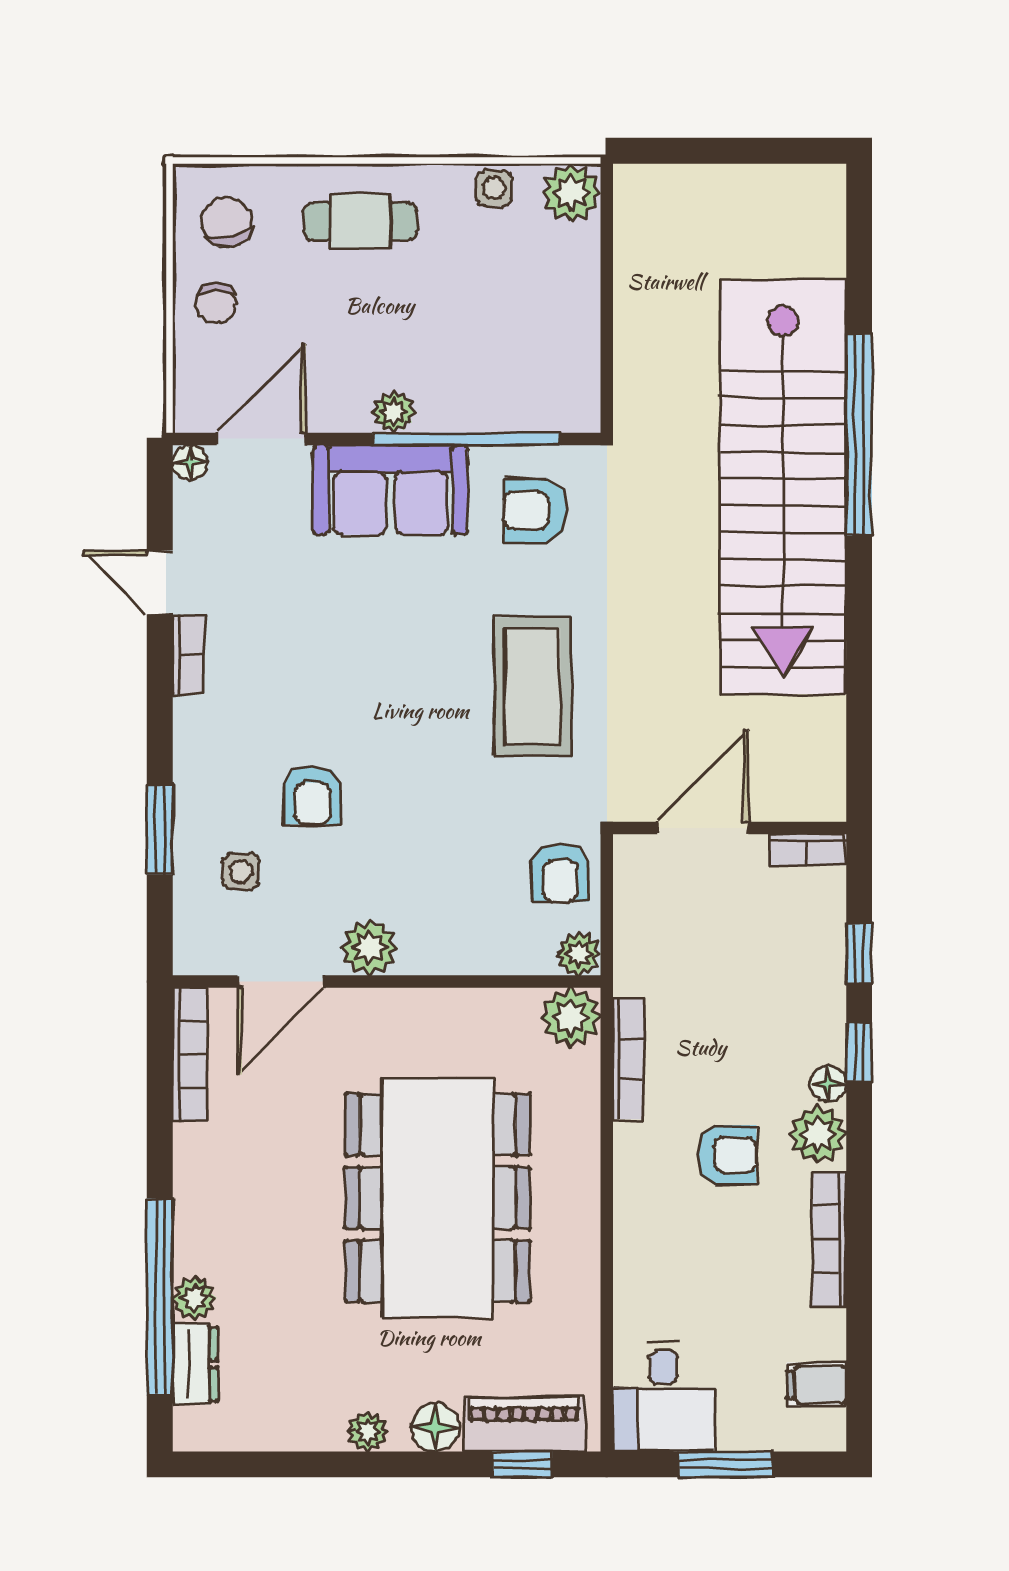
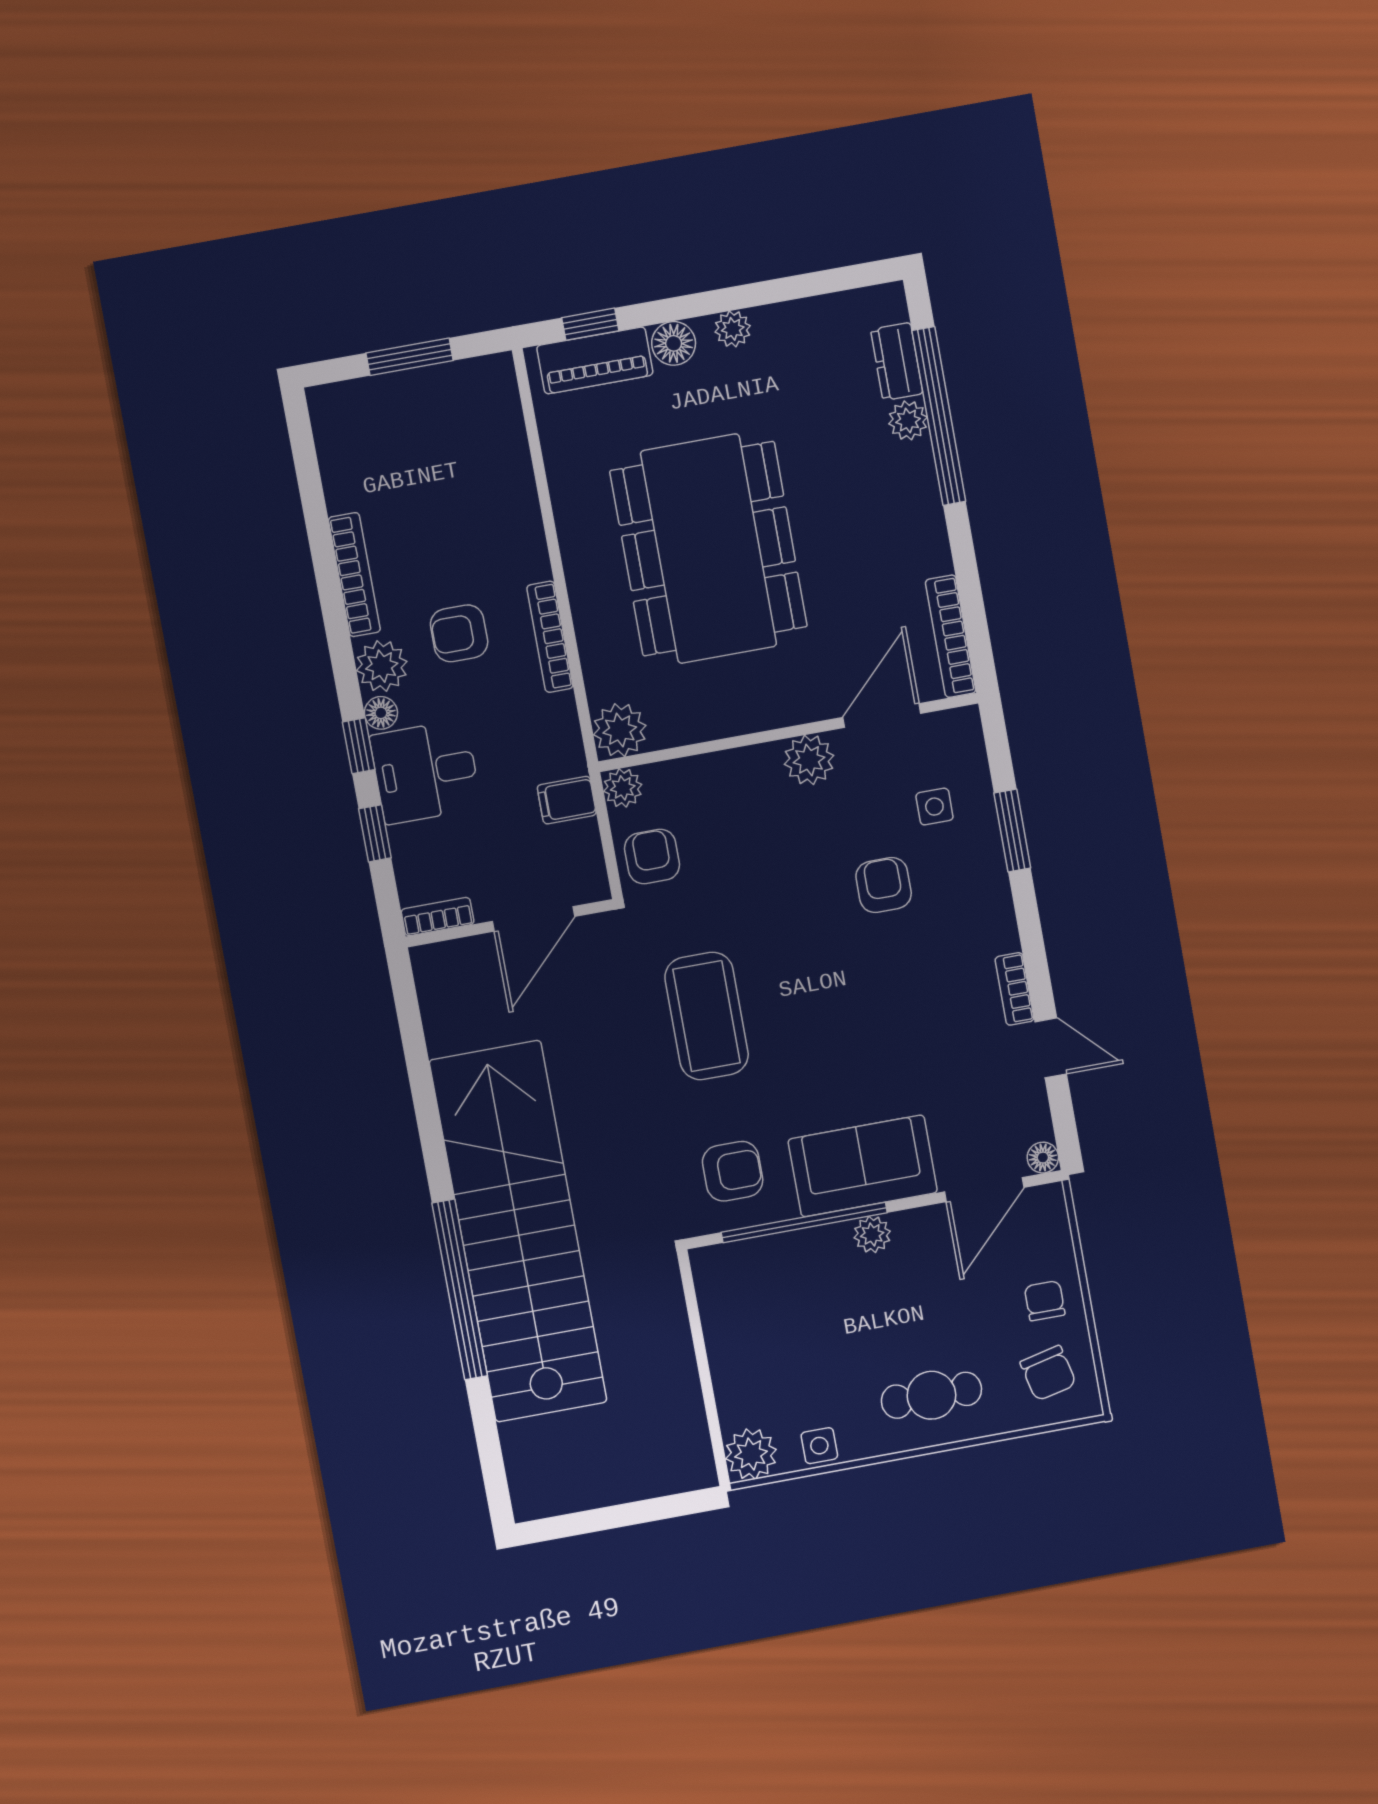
bookcase: (628, 1059) -> (550, 637), moved
filing cabinet: (816, 1385) -> (567, 800), moved, turned 180
desk: (664, 1397) -> (425, 772), moved, turned -90

